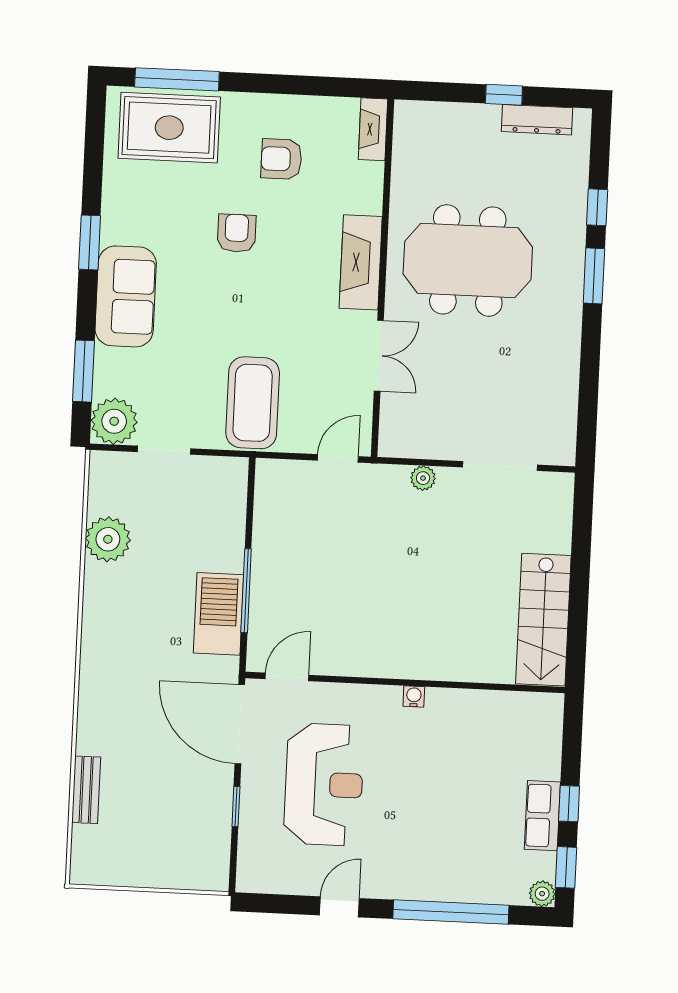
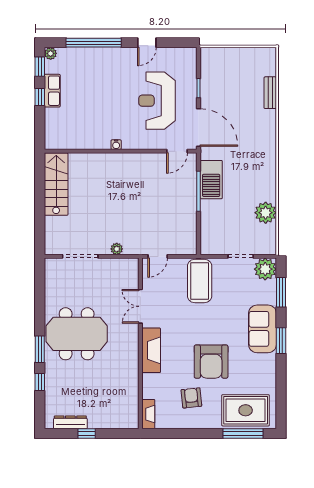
armchair: (281, 159) -> (191, 398), turned -96
armchair: (237, 233) -> (211, 362), width x1.88, depth x1.88
window: (90, 242) -> (281, 341), moved
meeting table: (468, 260) -> (77, 334), moved

